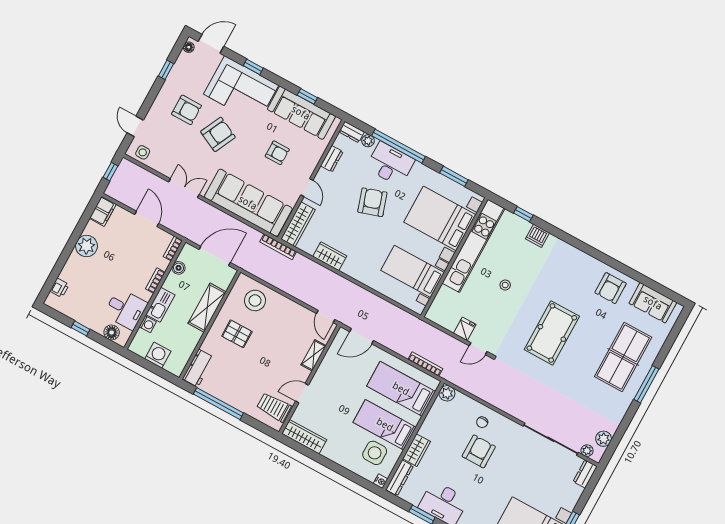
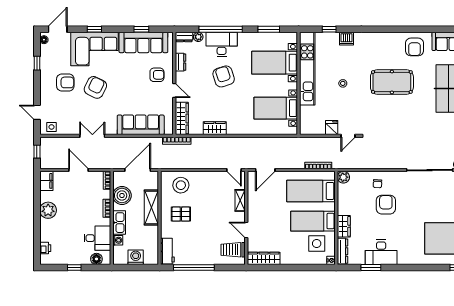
armchair: (277, 153) -> (157, 75), moved
sofa: (248, 203) -> (141, 125), width x0.74, depth x0.79
bed with nightstands: (440, 218) -> (275, 63), width x0.73
boiler: (179, 268) -> (122, 195), width x1.86, depth x1.86
pool table: (552, 333) -> (392, 82), moved, turned 90
door: (302, 393) -> (246, 230), hinge flipped

